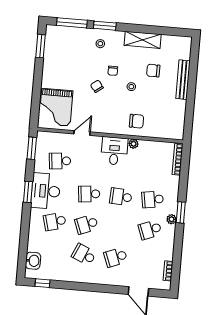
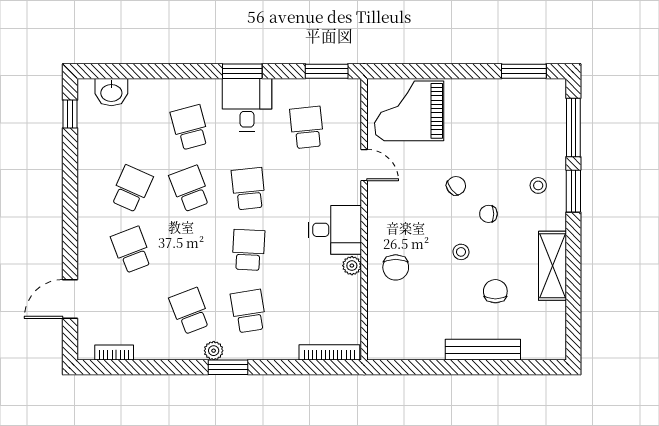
desk: (46, 191) -> (247, 105), width x0.73

